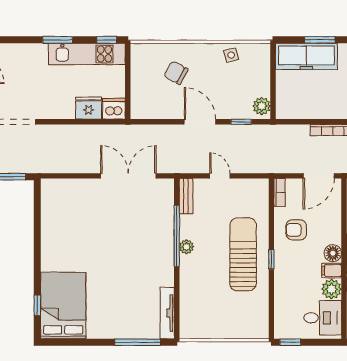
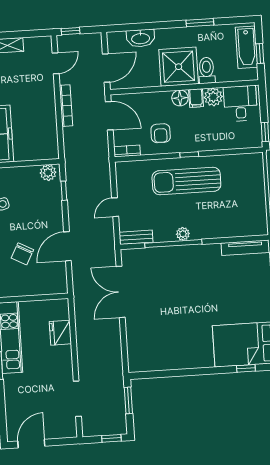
dishwasher: (114, 109) -> (59, 309), removed
door: (200, 122) -> (67, 246), moved

